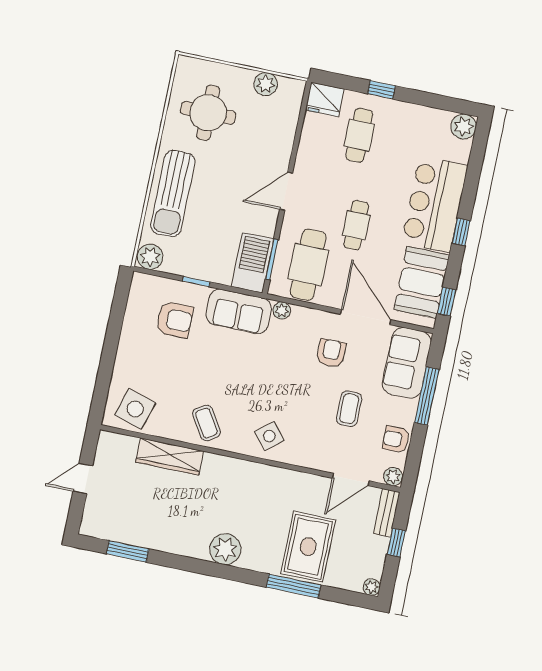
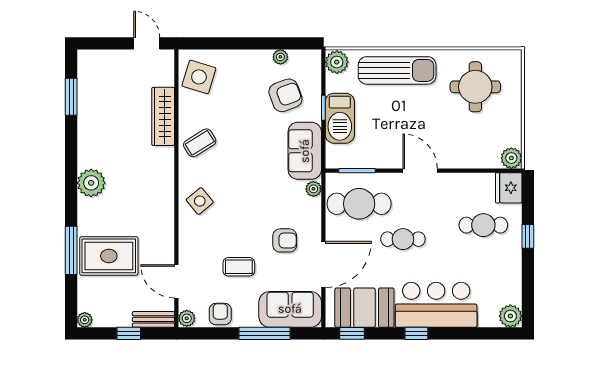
plant: (266, 84) -> (511, 158), moved
sun lounger: (173, 193) -> (397, 70), turned 180
barbecue: (253, 263) -> (340, 118), moved, turned 90
plant: (132, 317) -> (280, 57), added
armchair: (175, 320) -> (285, 95), turned -110
door: (83, 479) -> (147, 43), moved

